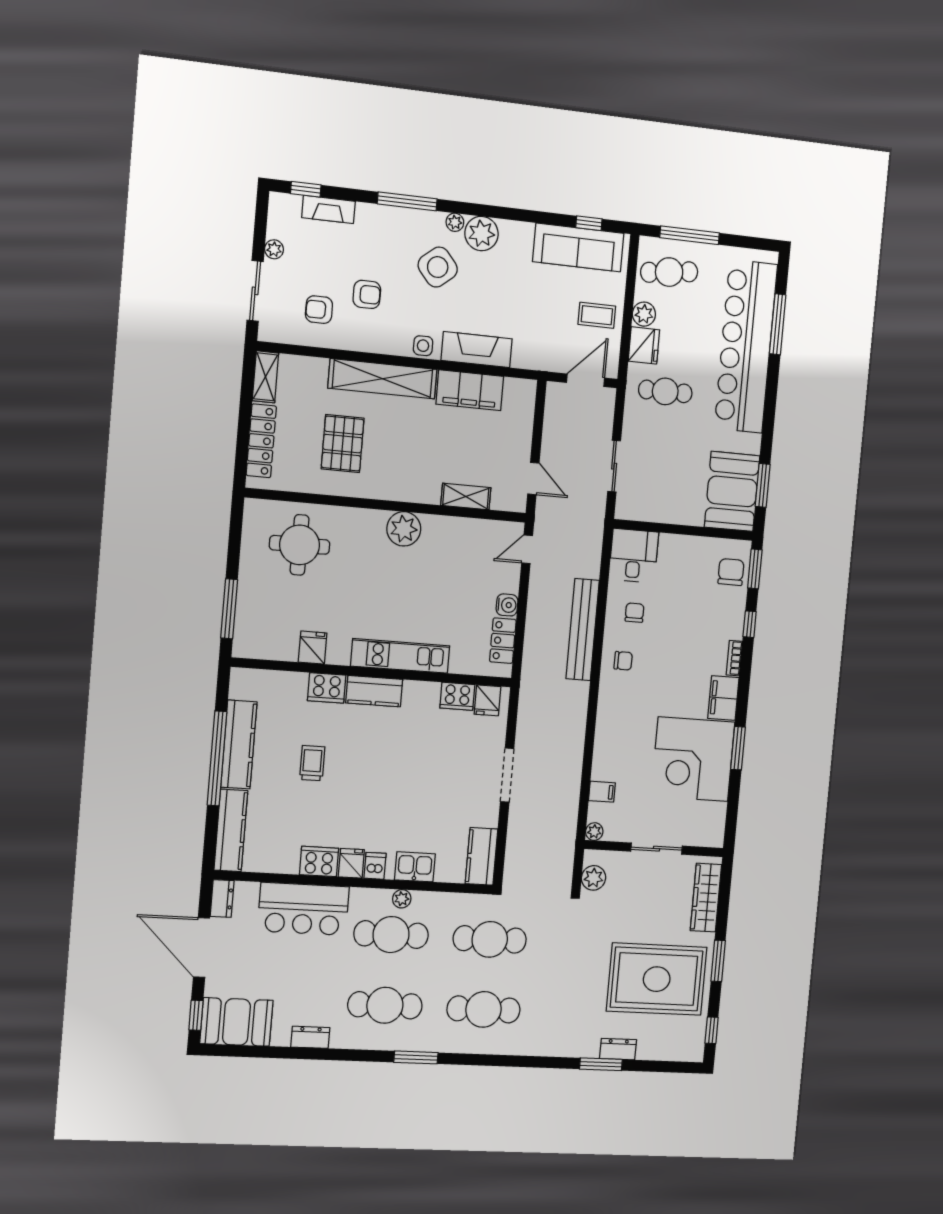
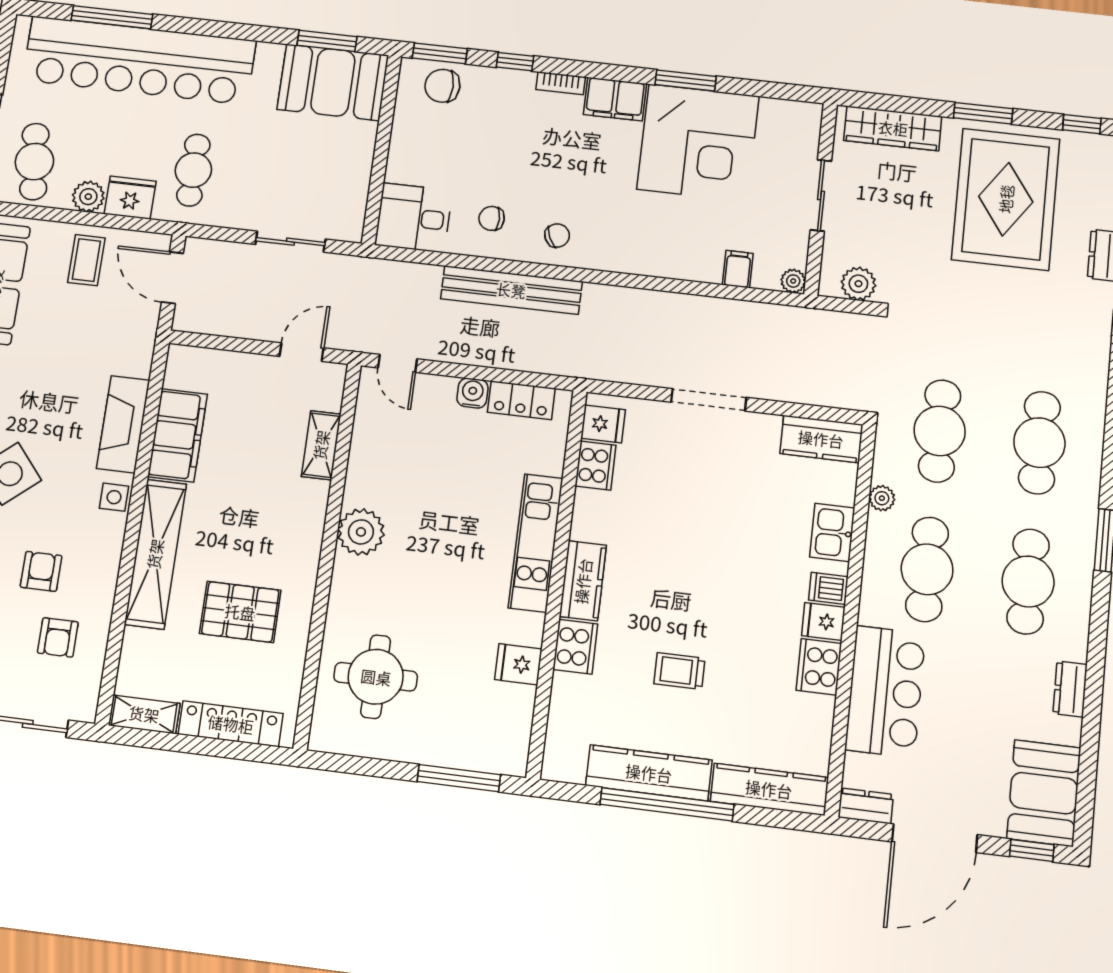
chair: (623, 661) -> (557, 235), turned 65
plant: (402, 899) -> (882, 498), moved

